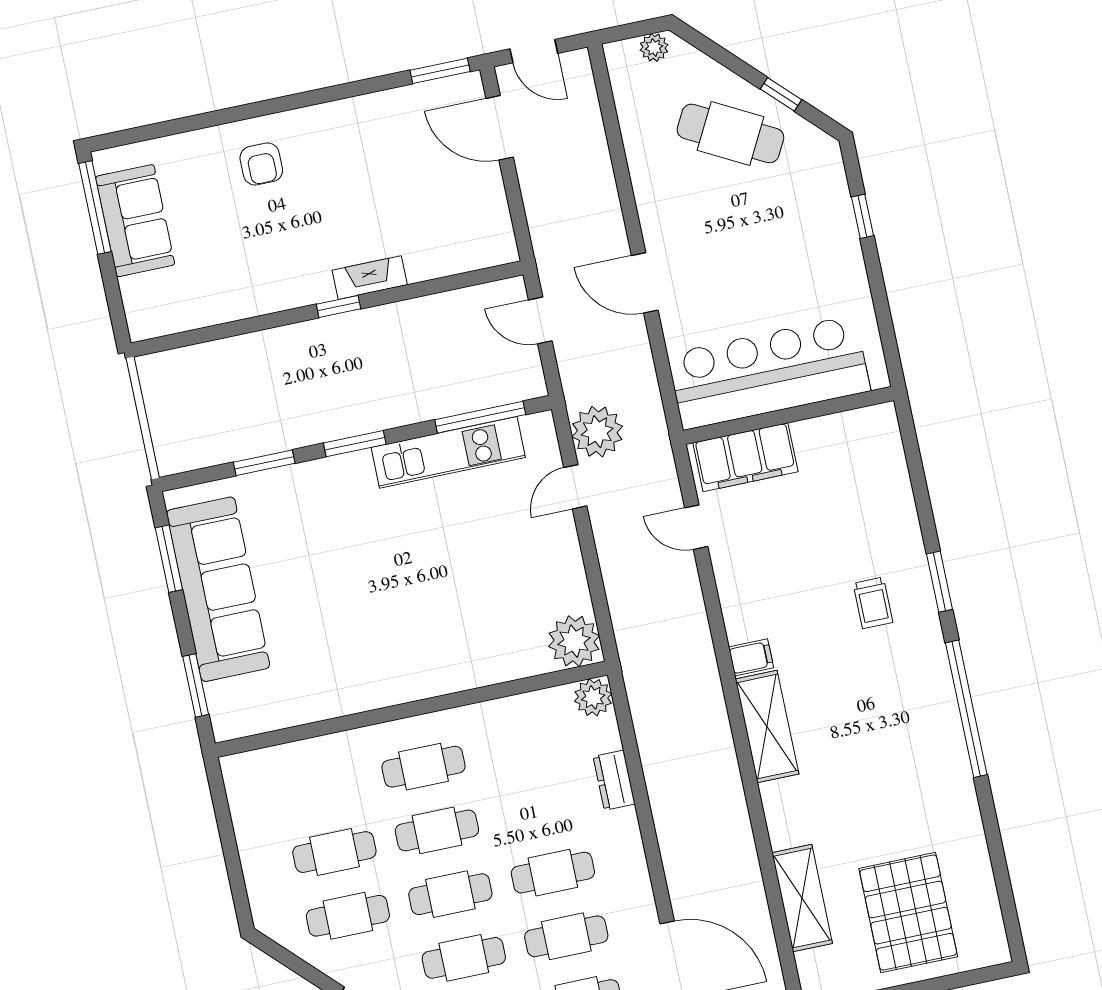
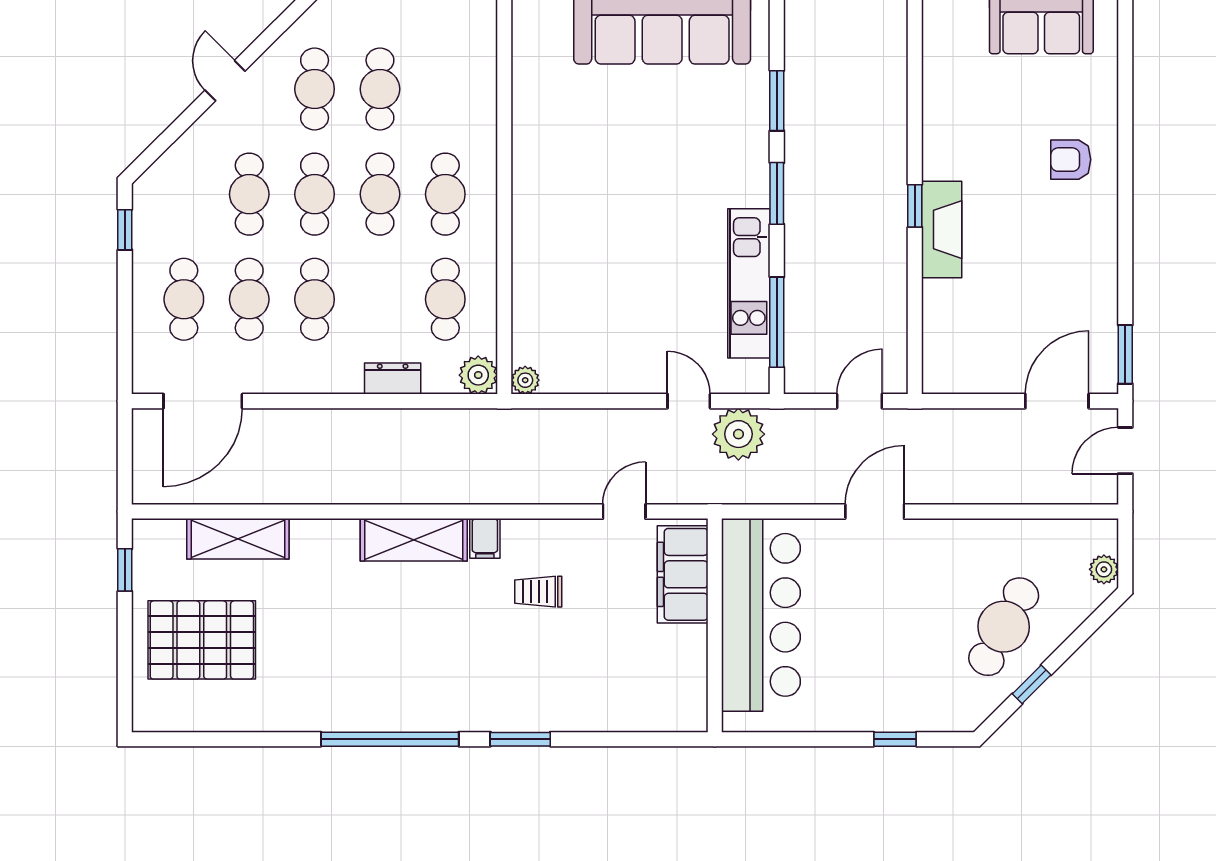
fireplace: (370, 278) -> (942, 230), width x1.37, depth x1.32
trolley: (873, 603) -> (538, 592), moved
plant: (574, 641) -> (525, 380), width x0.53, depth x0.53
cafe table: (526, 745) -> (445, 299), added

